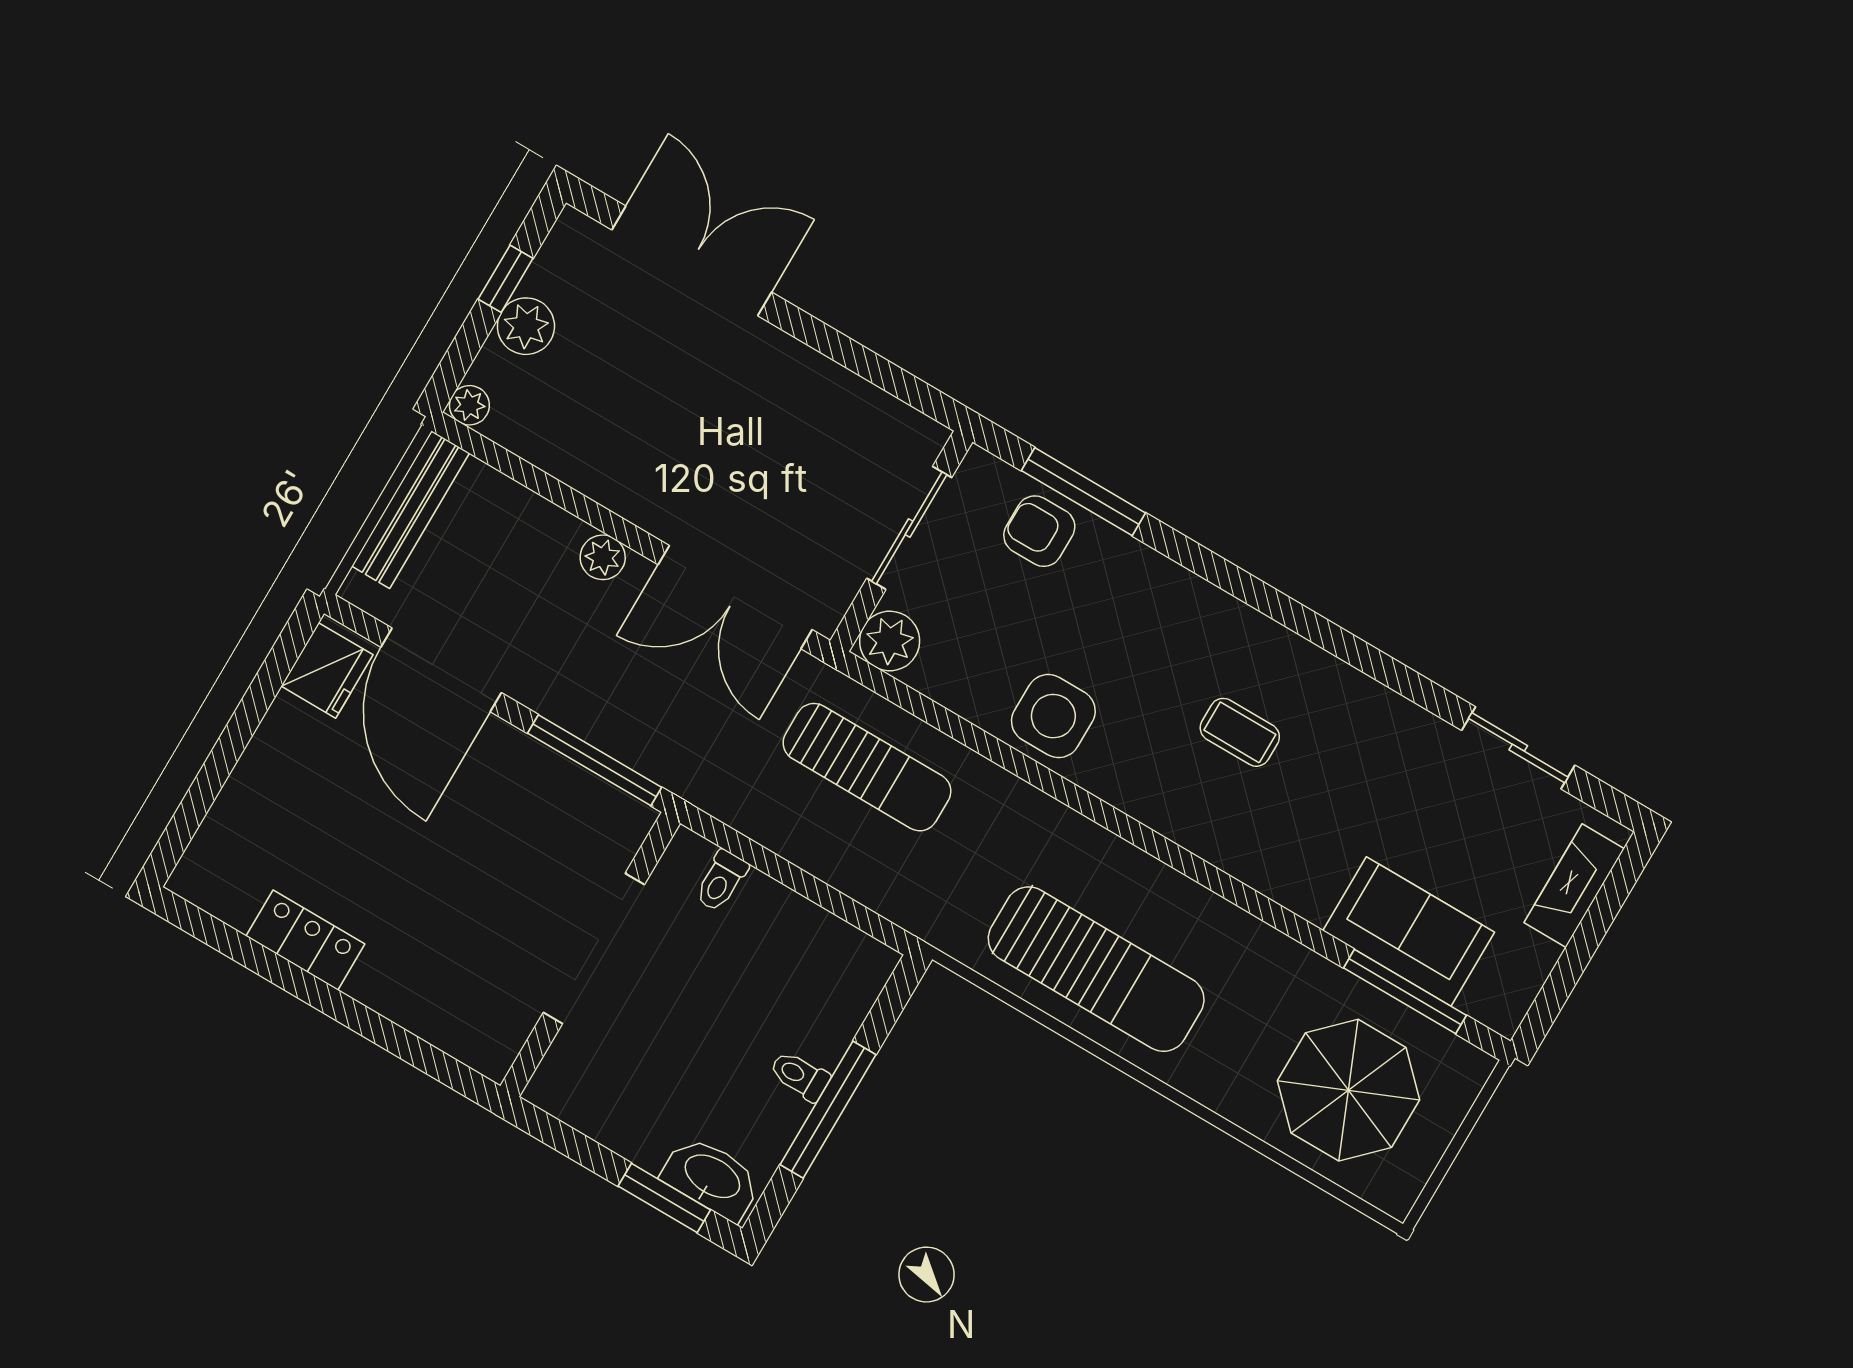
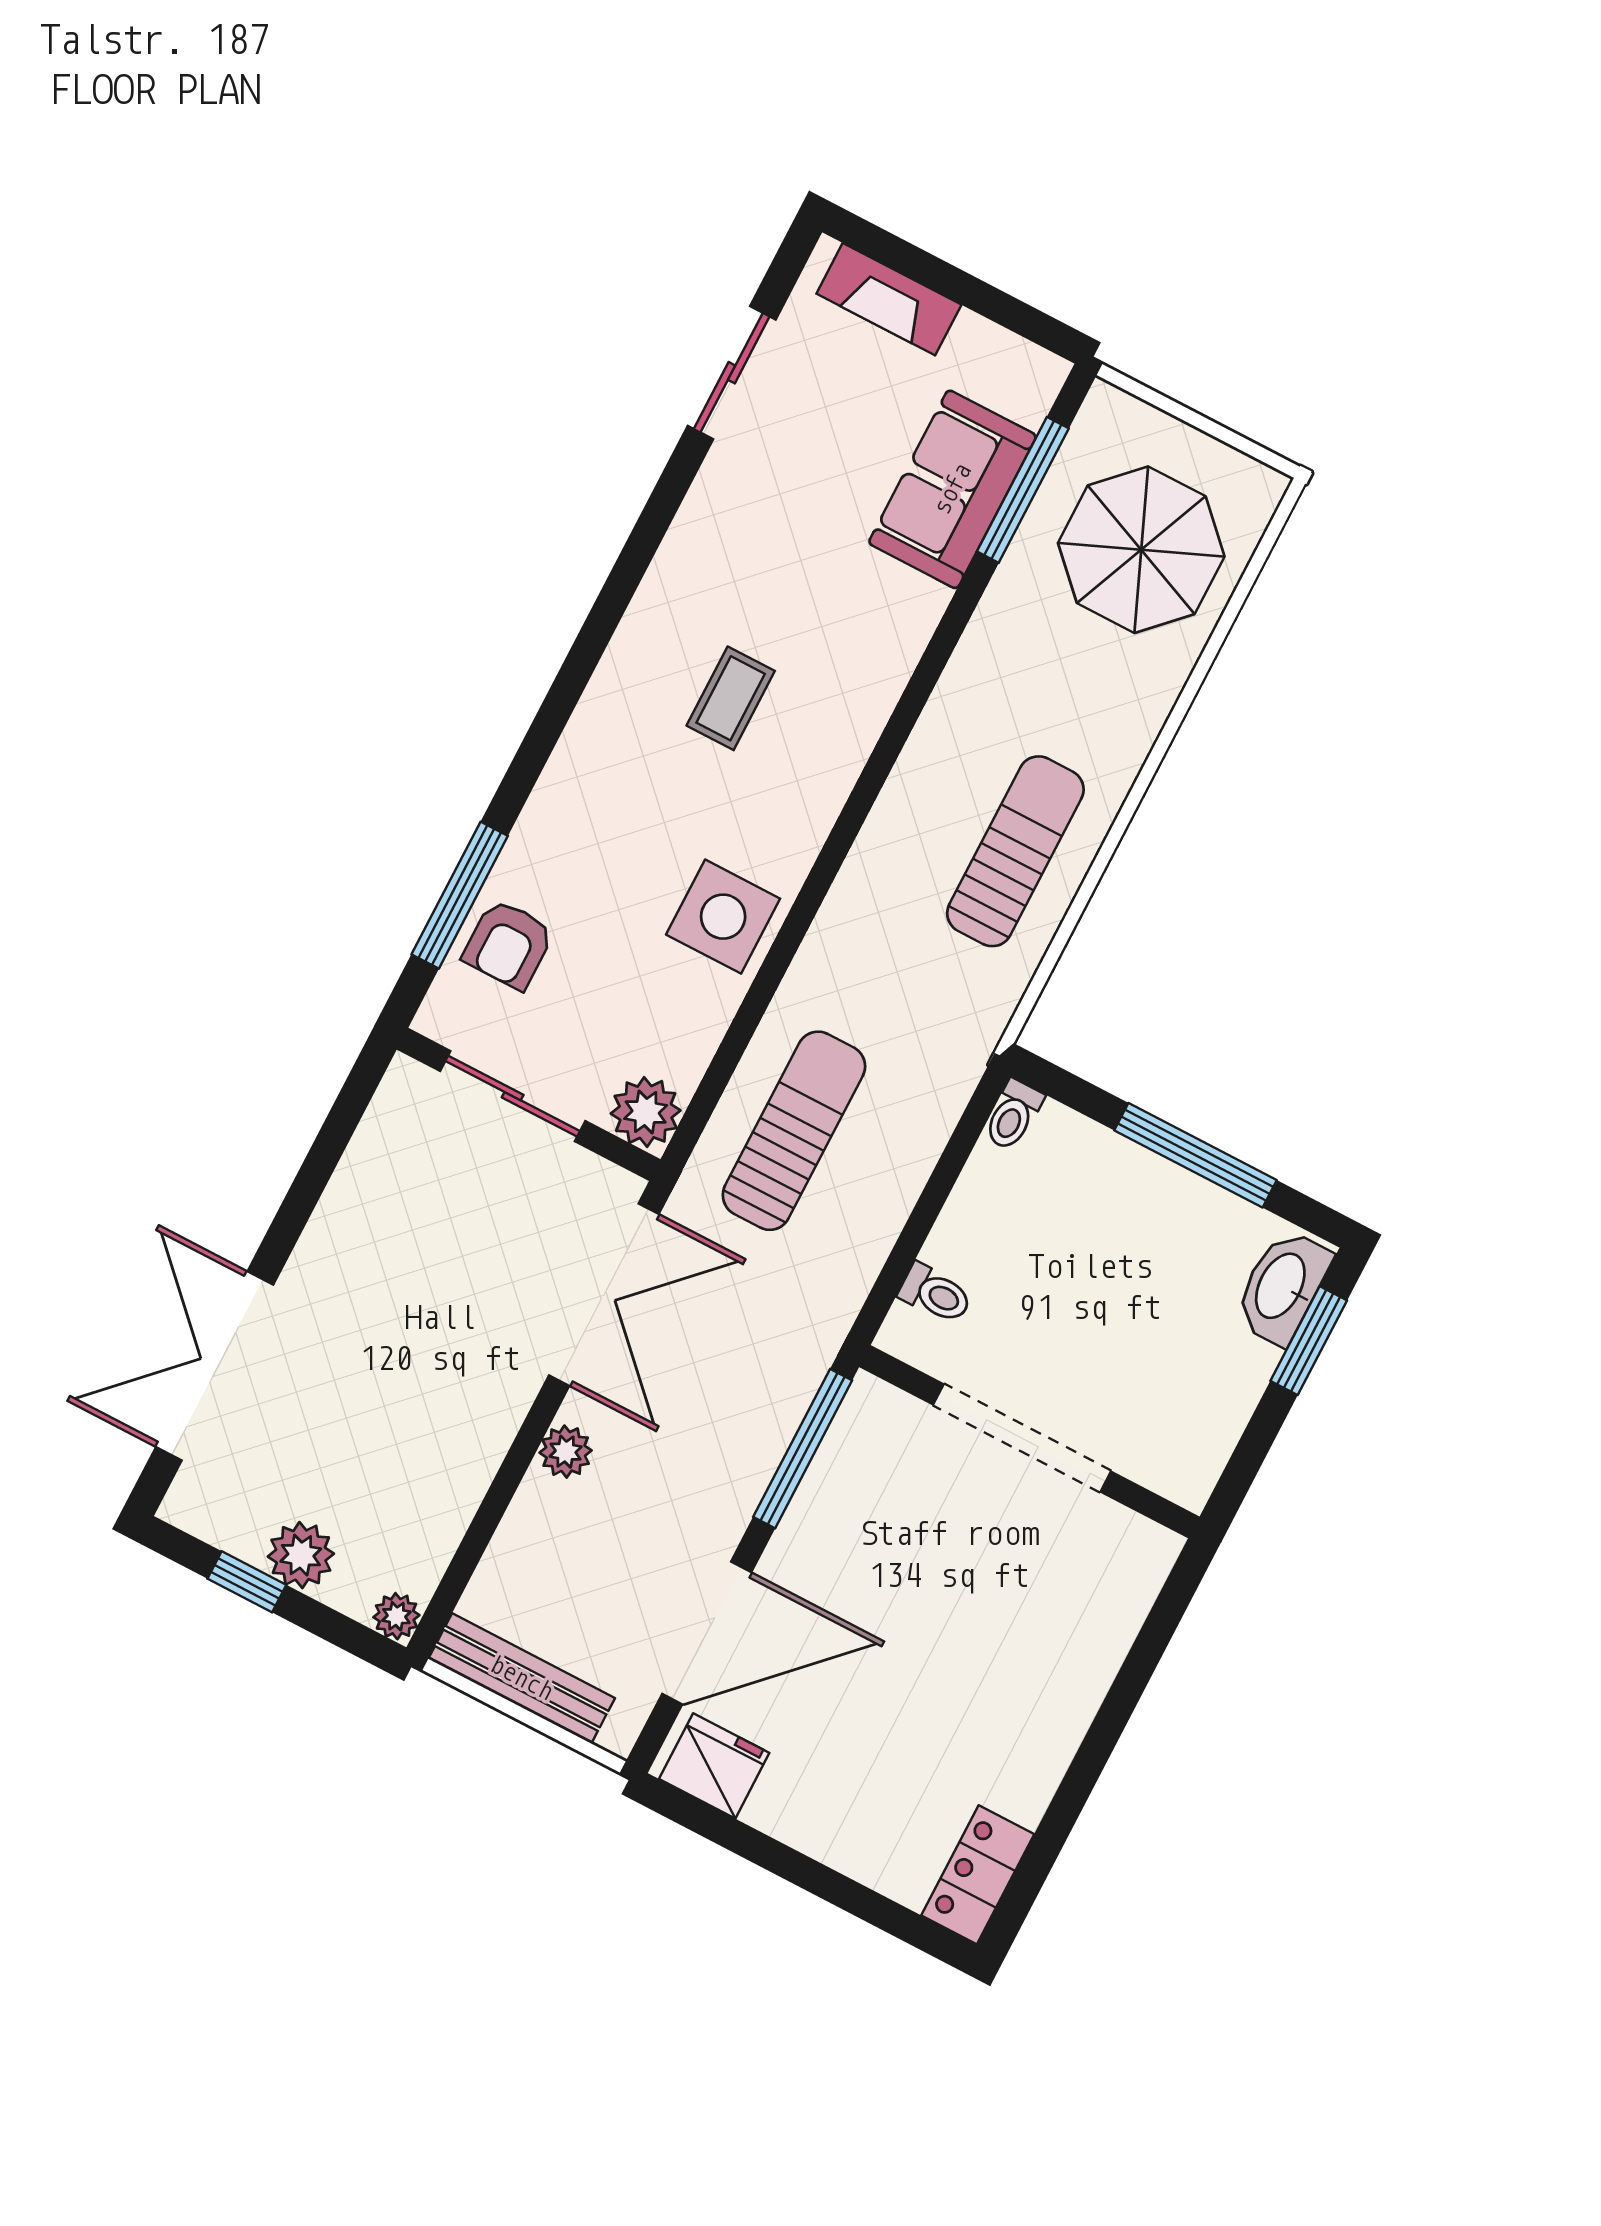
locker: (305, 940) -> (978, 1875), moved
sun lounger: (1096, 969) -> (1015, 851), width x0.73, depth x0.75
toilet: (800, 1076) -> (1013, 1115), moved

